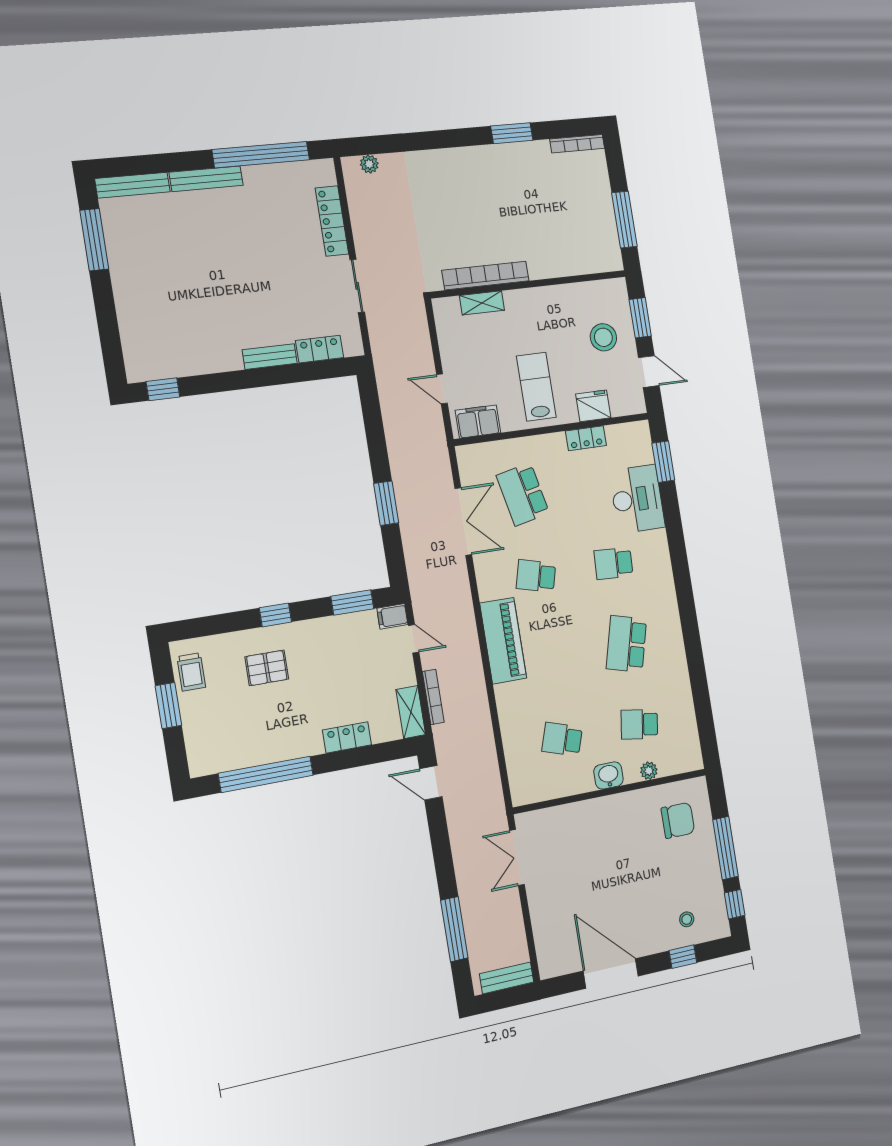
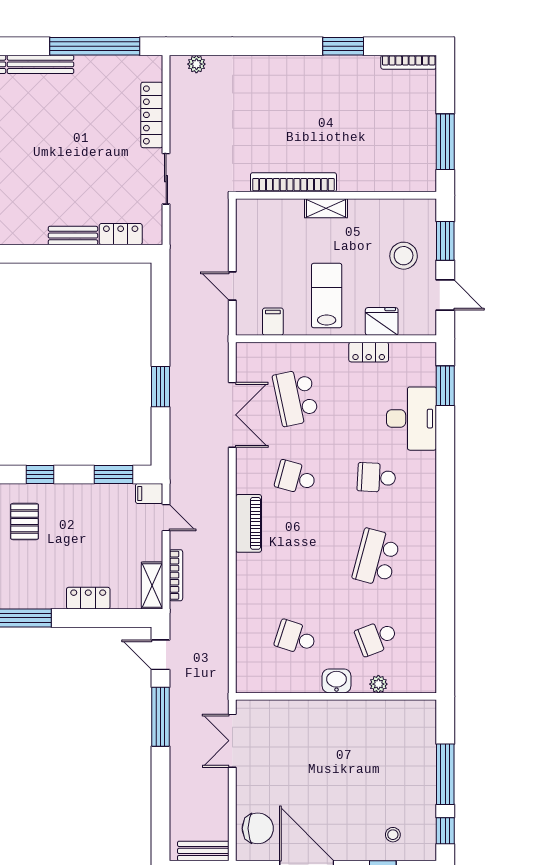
shelving: (482, 303) -> (326, 208), moved
filing cabinet: (478, 422) -> (273, 322), width x0.50
piano: (503, 641) -> (249, 523), width x0.73, depth x0.75
pallet: (267, 668) -> (25, 522), turned 90
school desk: (639, 724) -> (376, 638), turned -30
chair: (678, 820) -> (258, 828), moved
window: (454, 929) -> (161, 717), moved

